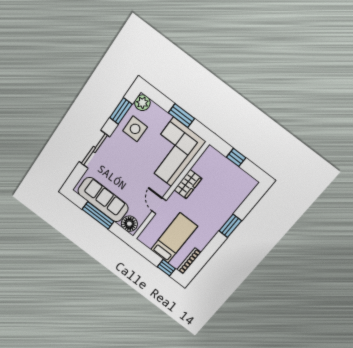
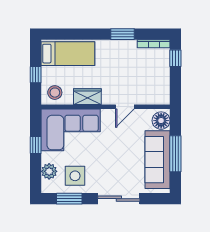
plant: (142, 103) -> (49, 171), moved
window: (181, 116) -> (36, 145), width x0.67
stool: (210, 162) -> (55, 93), added
window: (230, 226) -> (122, 34), moved
bed: (174, 238) -> (68, 54), moved, turned 180

